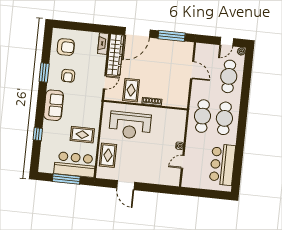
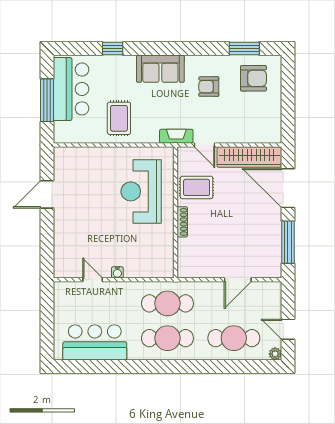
fireplace: (103, 44) -> (176, 136), moved
armchair: (66, 47) -> (253, 78), turned -90
window: (44, 73) -> (244, 49), moved
rug: (108, 155) -> (91, 162), removed
bar counter: (75, 165) -> (71, 89), moved

